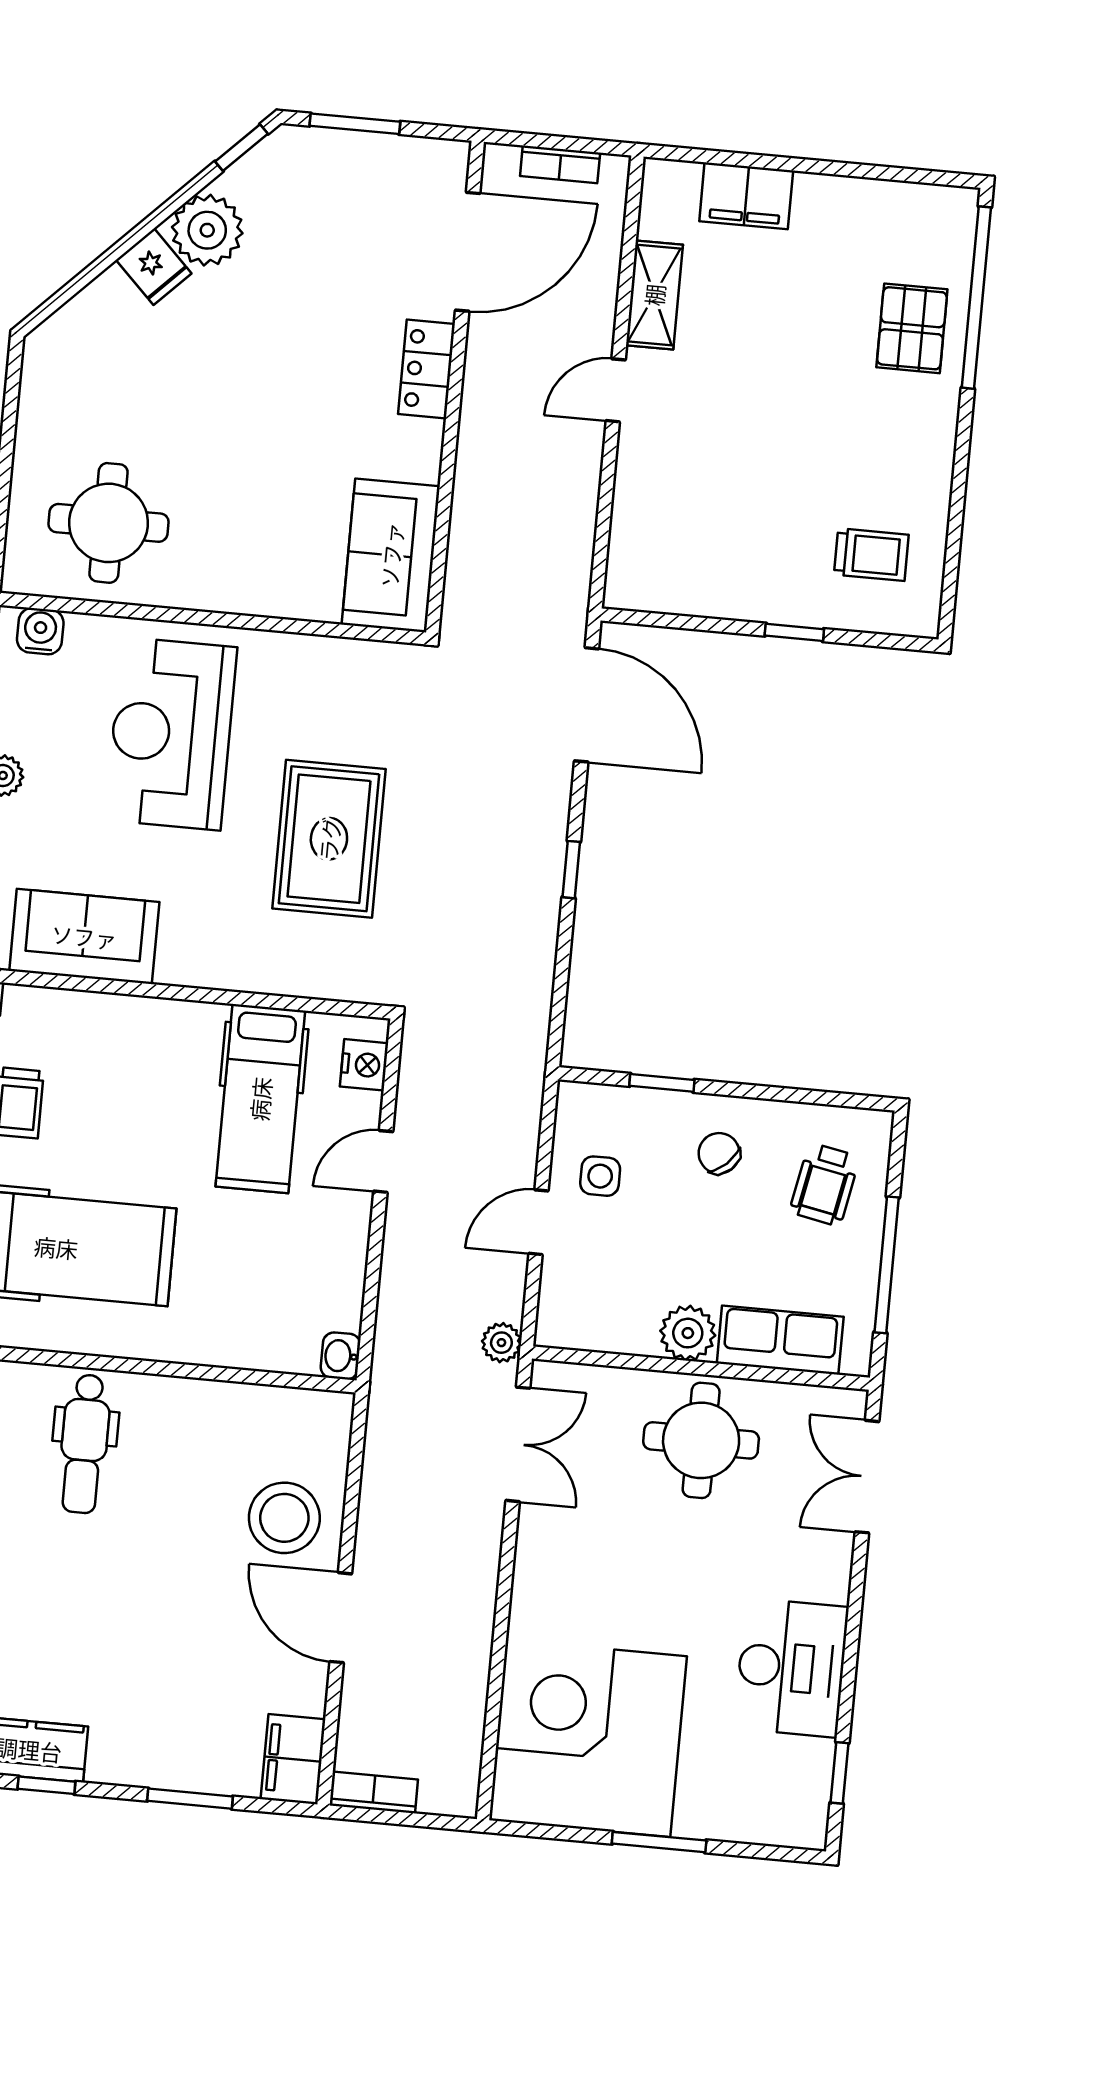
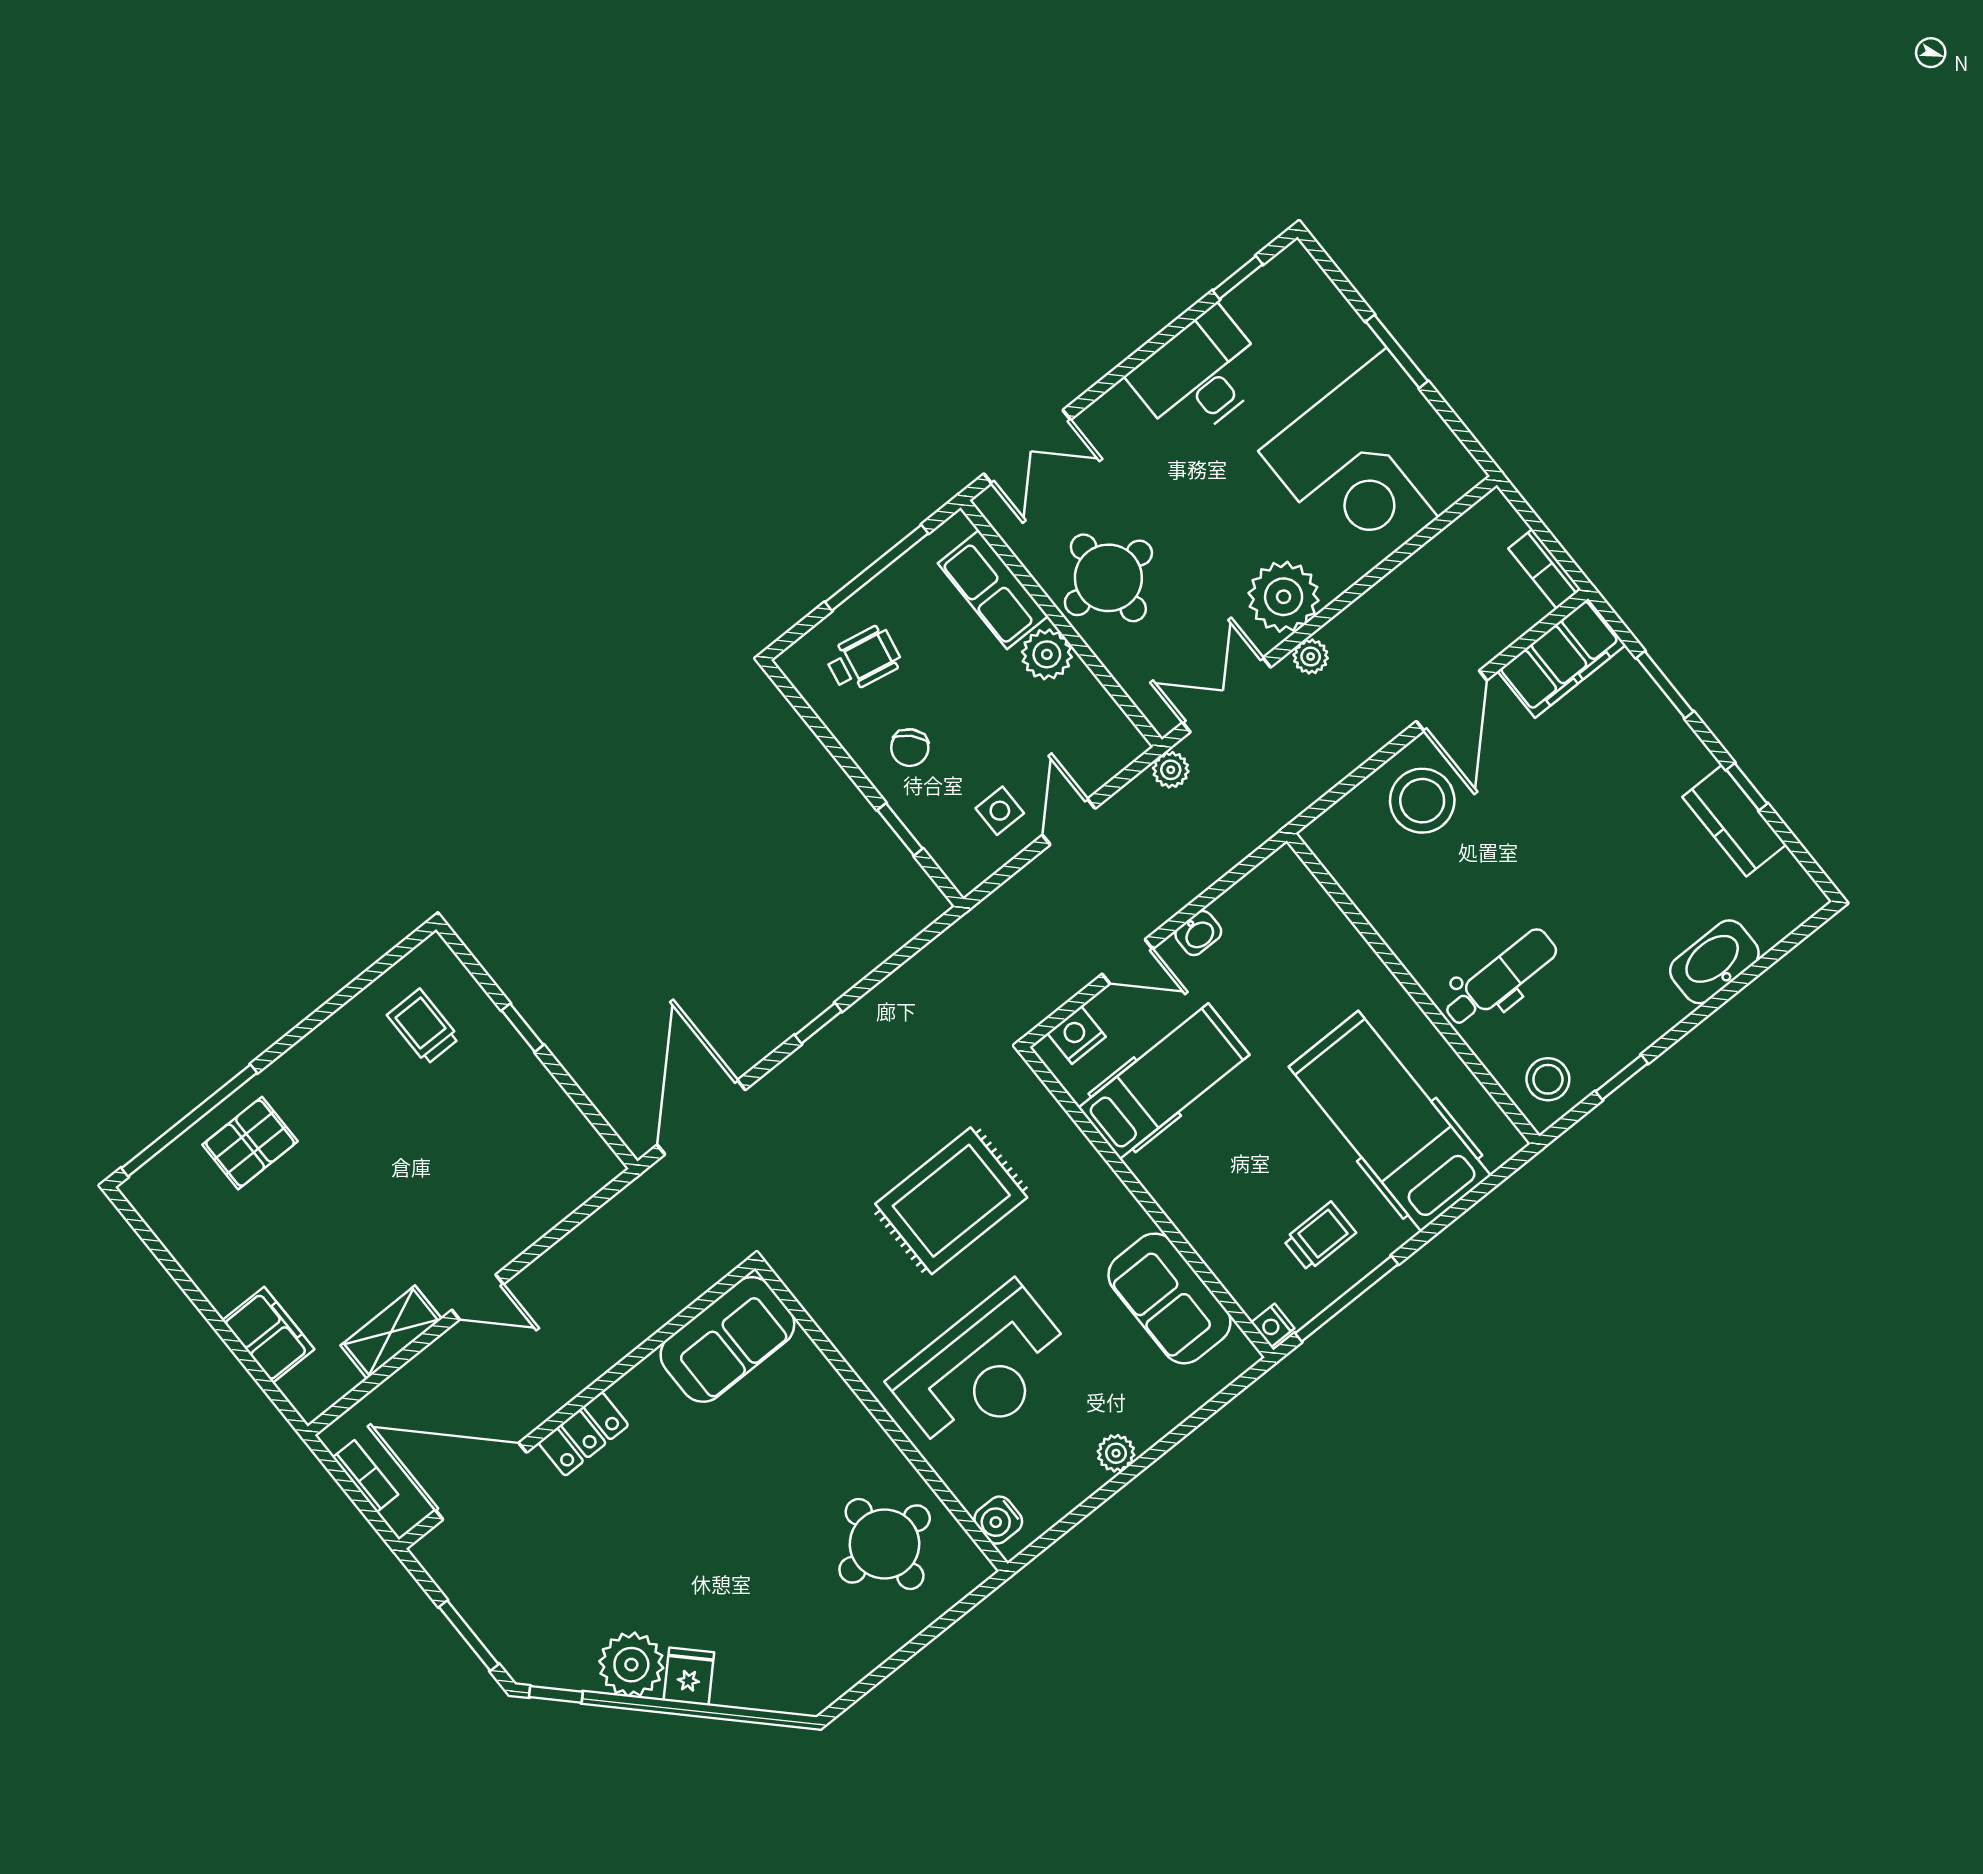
door: (538, 1222) -> (1069, 822), swing flipped
washbasin: (340, 1356) -> (1198, 933), moved
plant: (484, 1540) -> (1311, 657), added
plant: (552, 1564) -> (1284, 597), added
filing cabinet: (293, 1759) -> (1562, 658), width x1.50, depth x1.17

